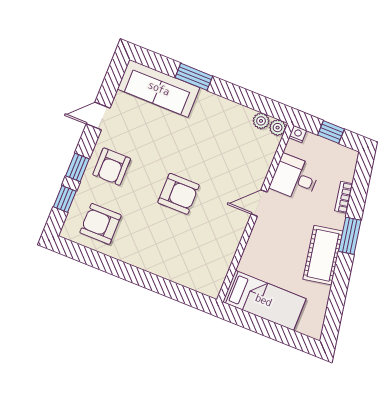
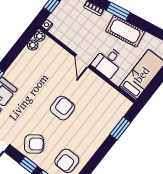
armchair: (112, 167) -> (34, 144), turned -36
desk: (295, 178) -> (108, 62), moved
window: (173, 291) -> (120, 128), added

